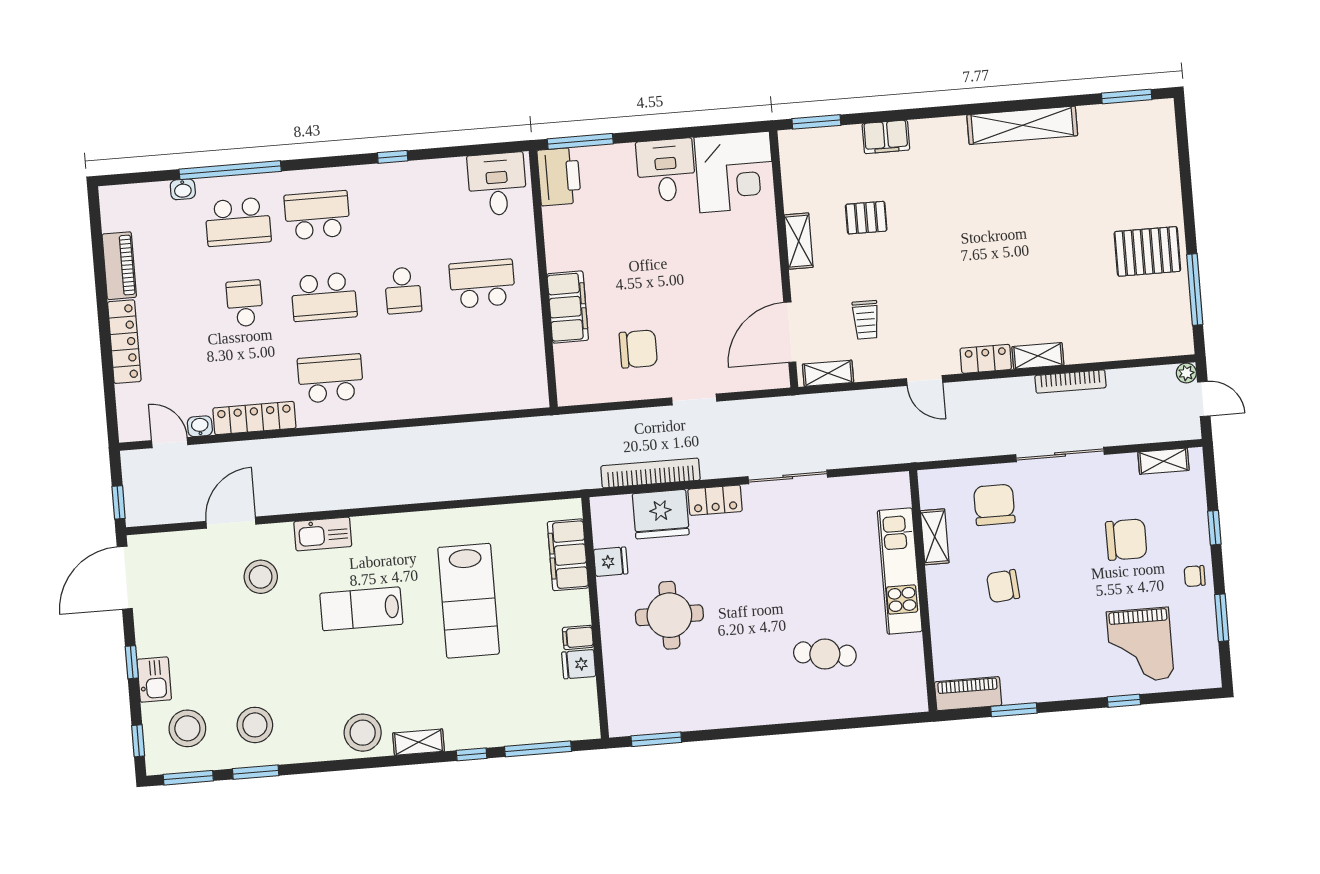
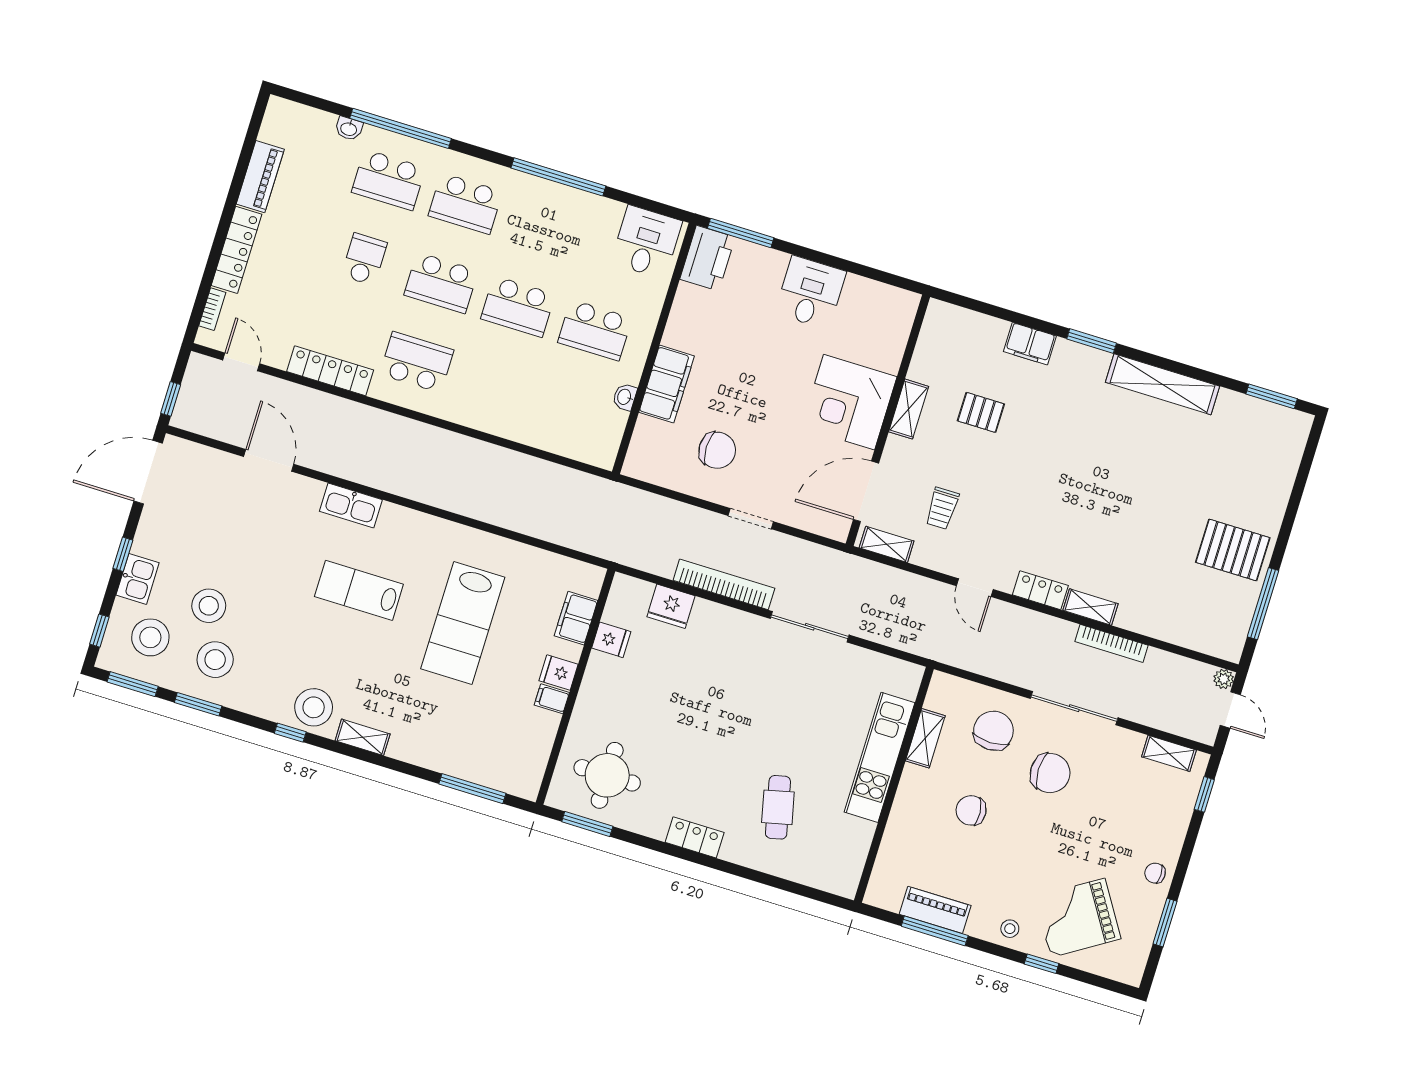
window: (816, 122) -> (1092, 341), moved
window: (393, 157) -> (558, 177), width x3.17
corner desk: (735, 172) -> (849, 402), moved, turned 90
school desk: (317, 215) -> (465, 204), turned 180
school desk: (482, 284) -> (595, 330), turned 180
school desk: (403, 290) -> (518, 307), width x1.85
bookcase: (124, 405) -> (212, 309), added
washbasin: (200, 426) -> (625, 397), moved, turned -90
bookcase: (650, 473) -> (724, 584), moved
locker: (715, 500) -> (695, 837), moved, turned 180
fridge: (661, 514) -> (671, 606), width x0.73, depth x0.75
door: (231, 523) -> (269, 460), hinge flipped
window: (1214, 528) -> (1204, 794), moved
chair: (1126, 540) -> (1050, 773), moved
filing cabinet: (568, 555) -> (576, 618), width x0.67, depth x0.86
stool: (261, 577) -> (209, 606), moved
round table: (669, 615) -> (607, 775), moved
grand piano: (1140, 645) -> (1078, 918), turned 58
cafe table: (825, 654) -> (778, 807), turned 68
fridge: (579, 664) -> (559, 672), moved
stool: (1082, 680) -> (1010, 929), added
piano: (968, 694) -> (935, 910), moved
window: (1014, 710) -> (935, 931), width x1.44
window: (472, 754) -> (290, 733), moved

